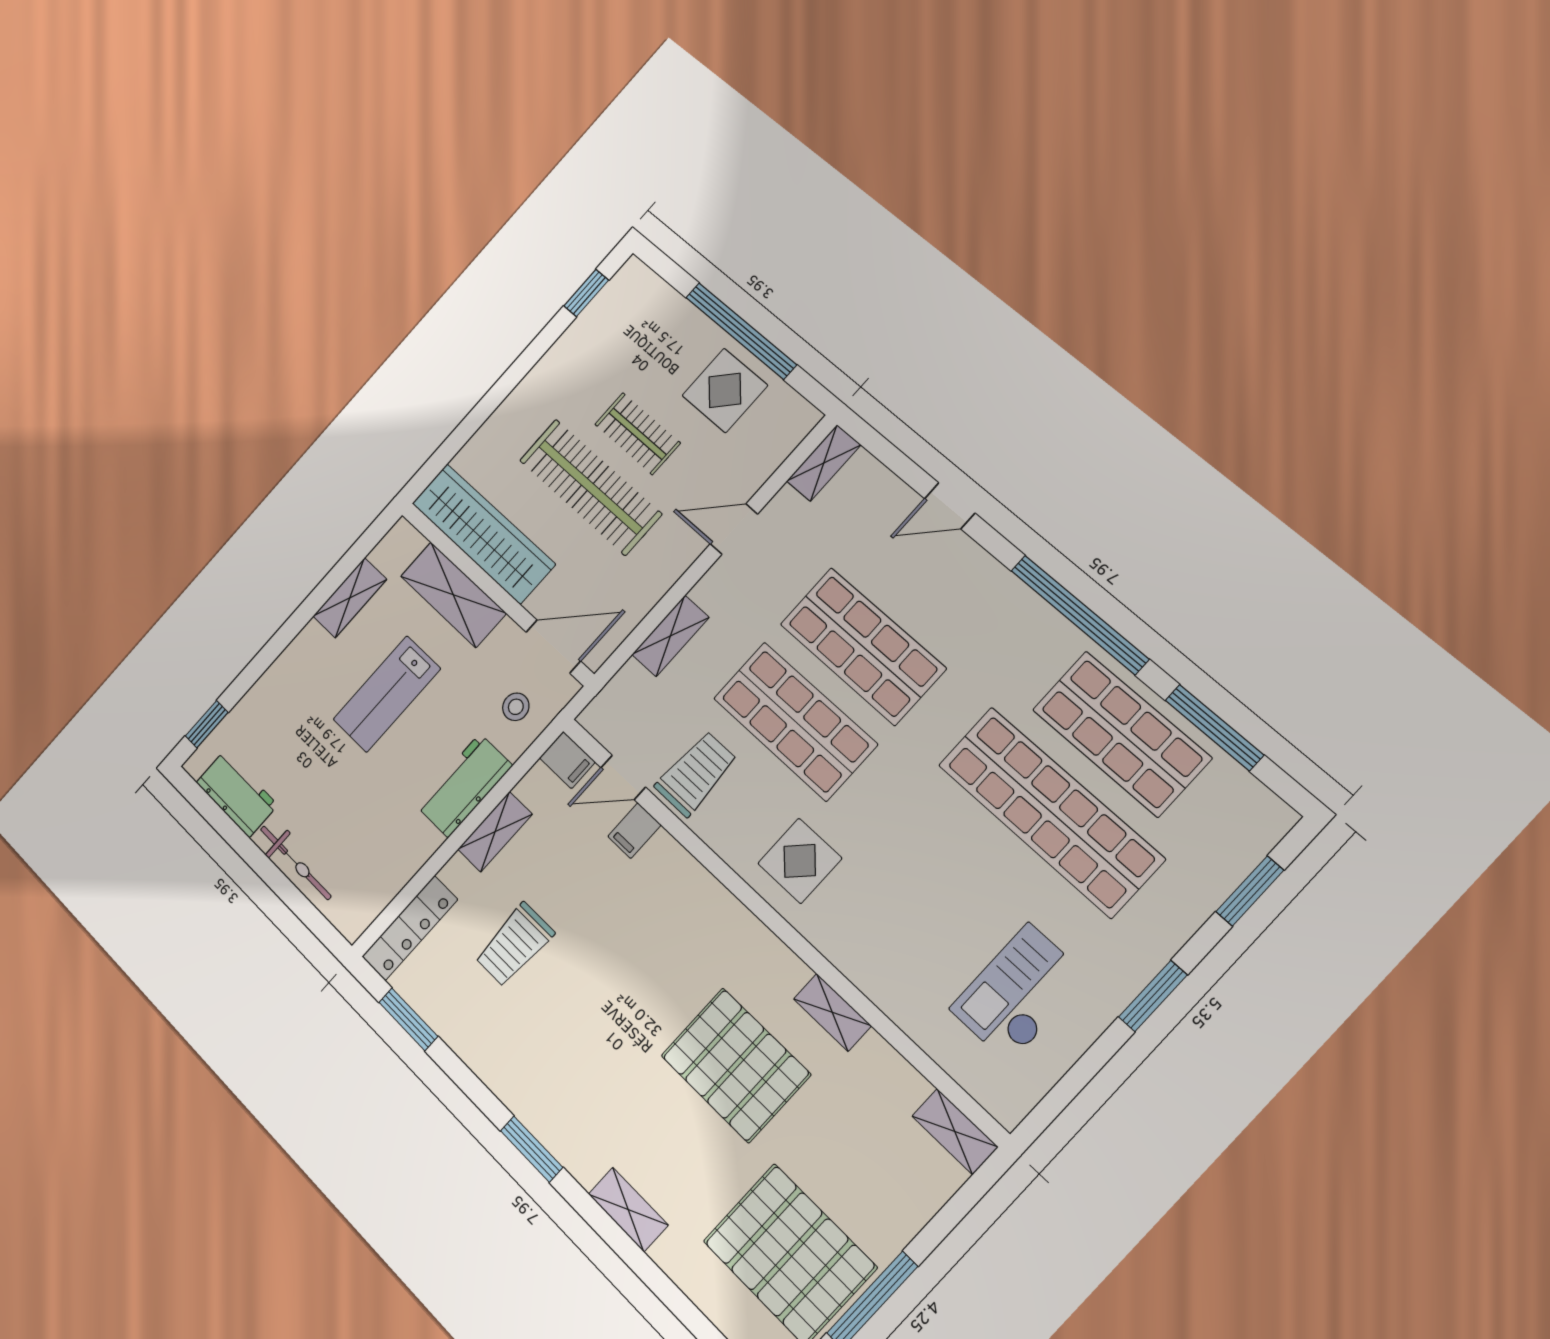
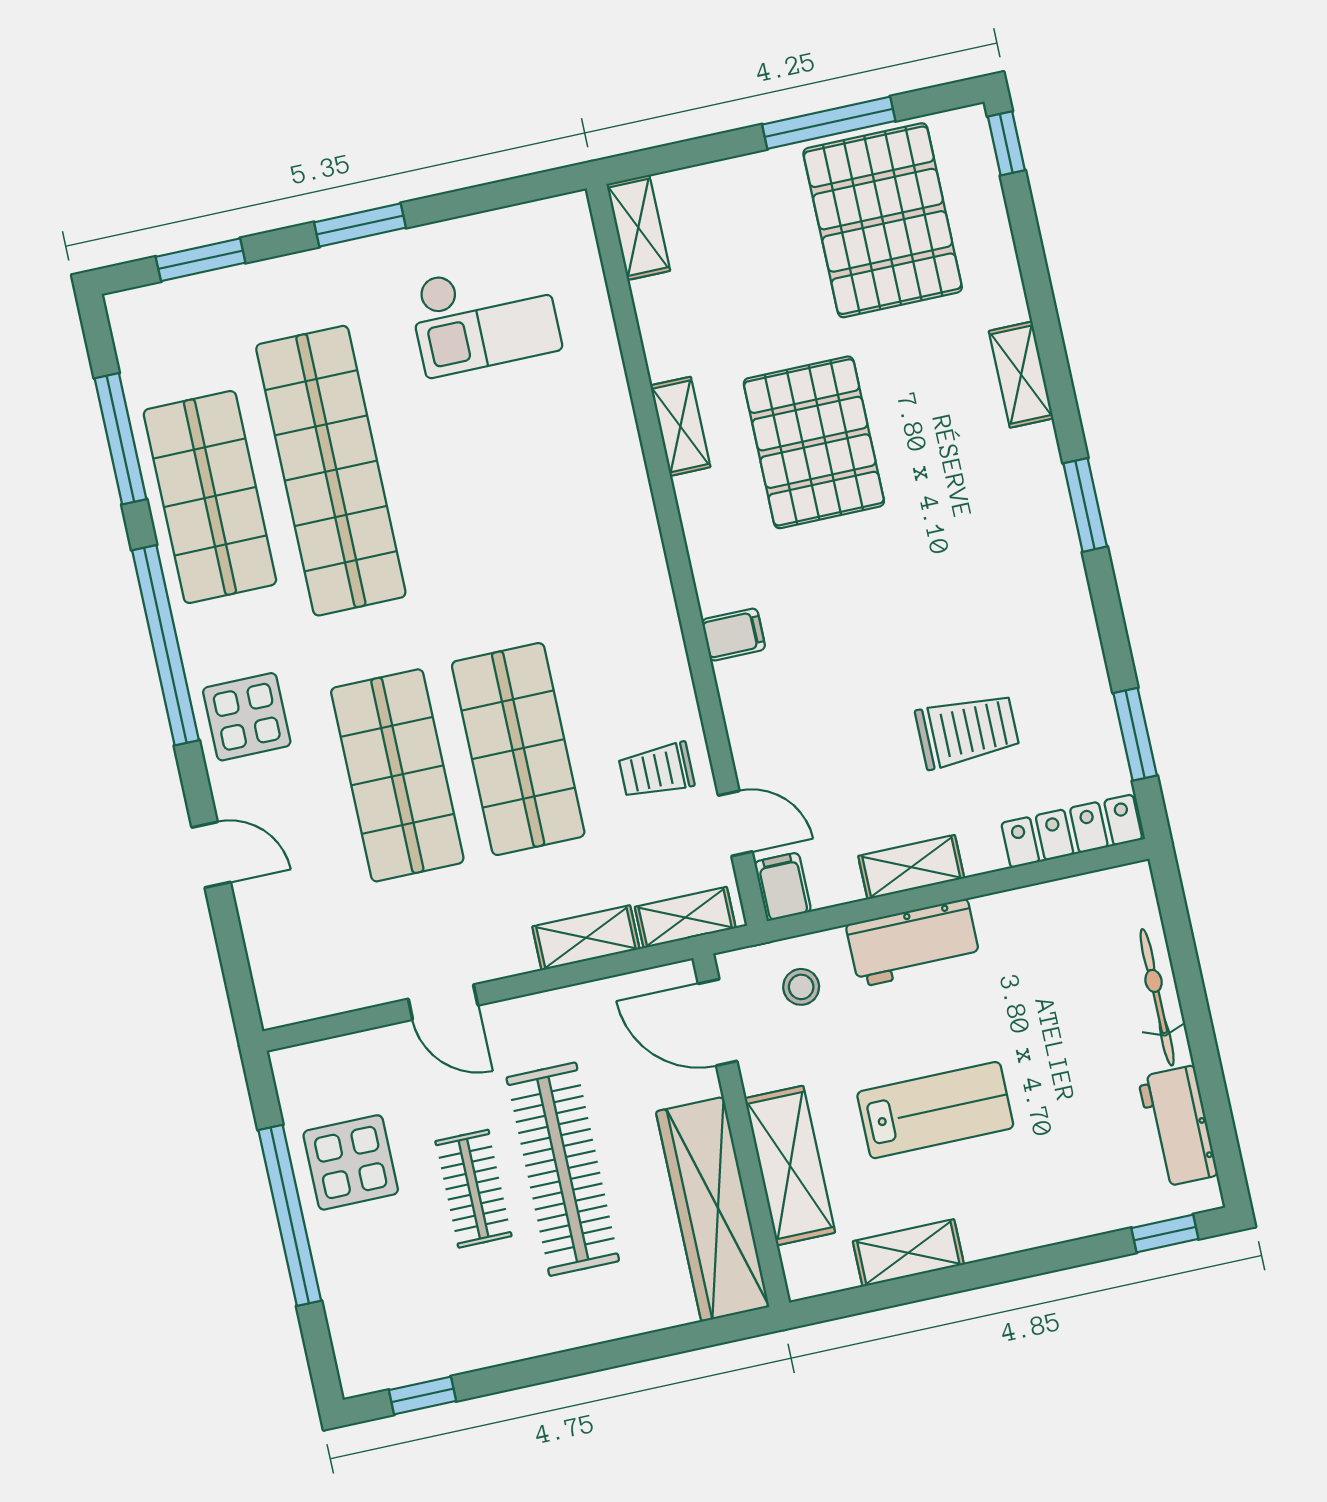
shelving: (824, 463) -> (685, 917), moved
trolley: (696, 774) -> (656, 771), width x0.73, depth x0.72
filing cabinet: (634, 831) -> (734, 635), moved
display table: (800, 861) -> (247, 717), moved

